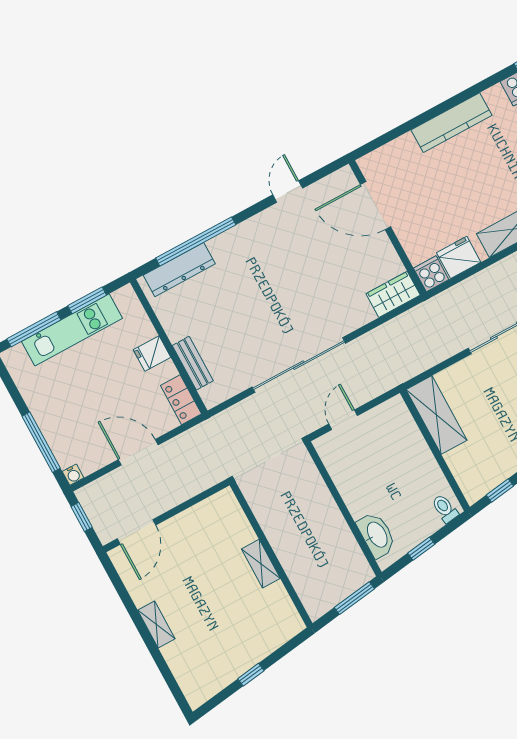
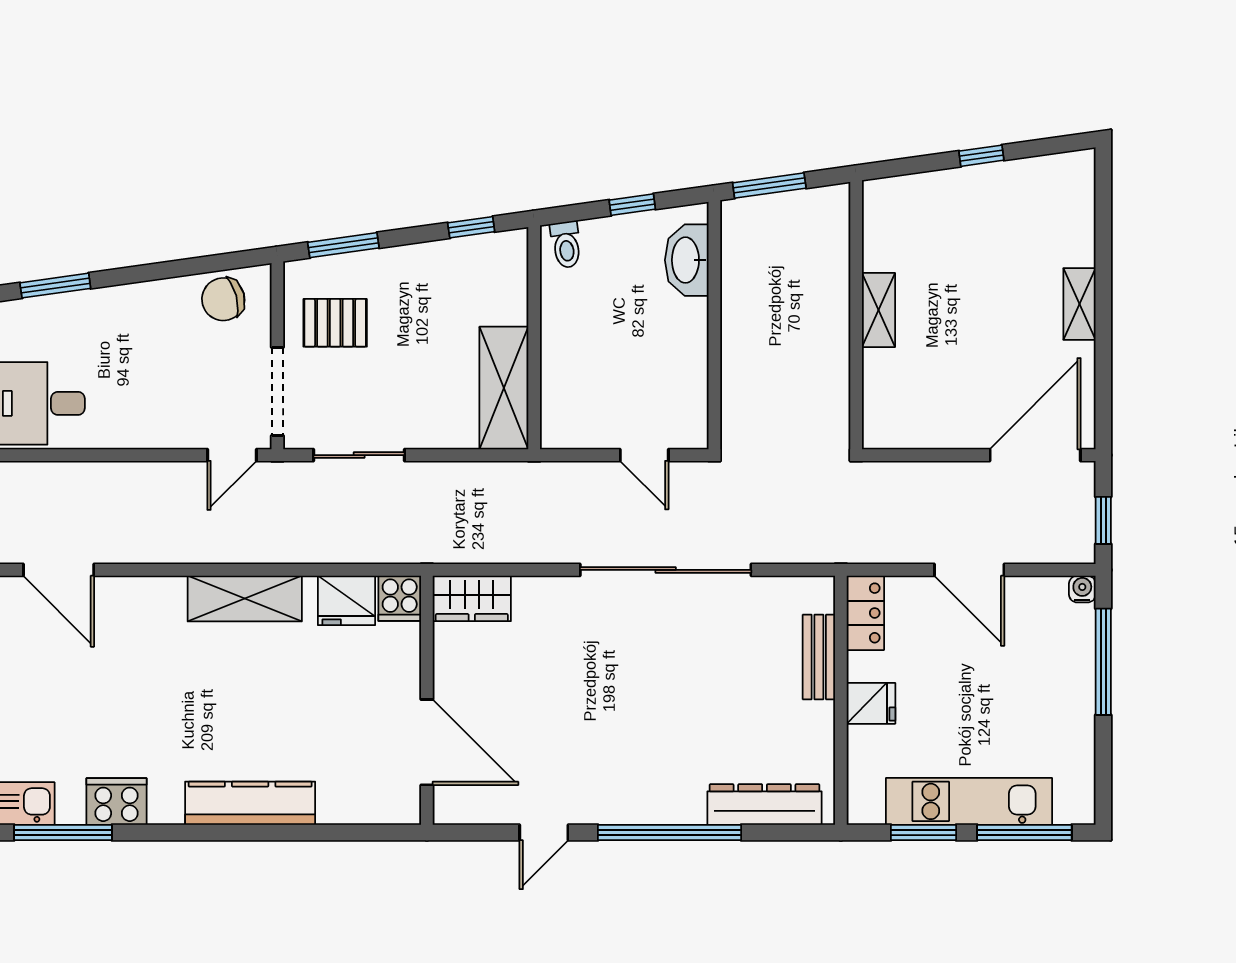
window: (196, 241) -> (670, 833), moved
door: (343, 420) -> (644, 455), hinge flipped
door: (136, 532) -> (1035, 455), width x1.36

